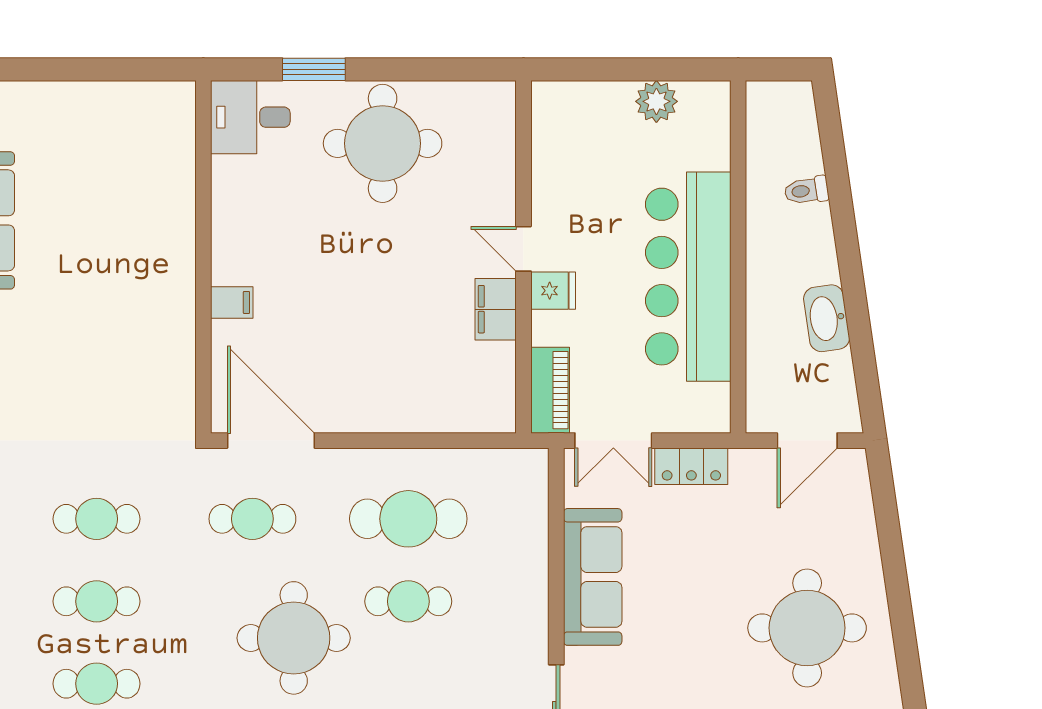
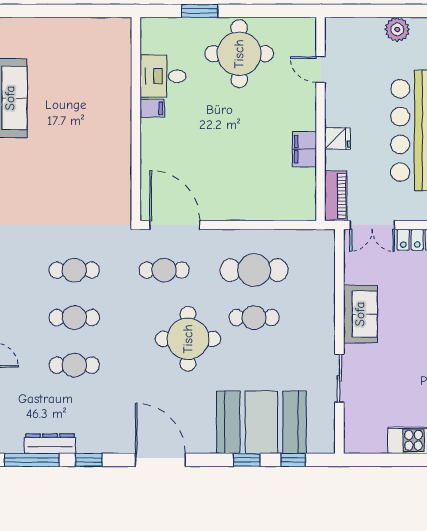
desk: (250, 117) -> (163, 76), moved
door: (523, 249) -> (320, 70), moved
filing cabinet: (232, 302) -> (152, 108), moved
sofa: (593, 577) -> (360, 314), width x0.73

